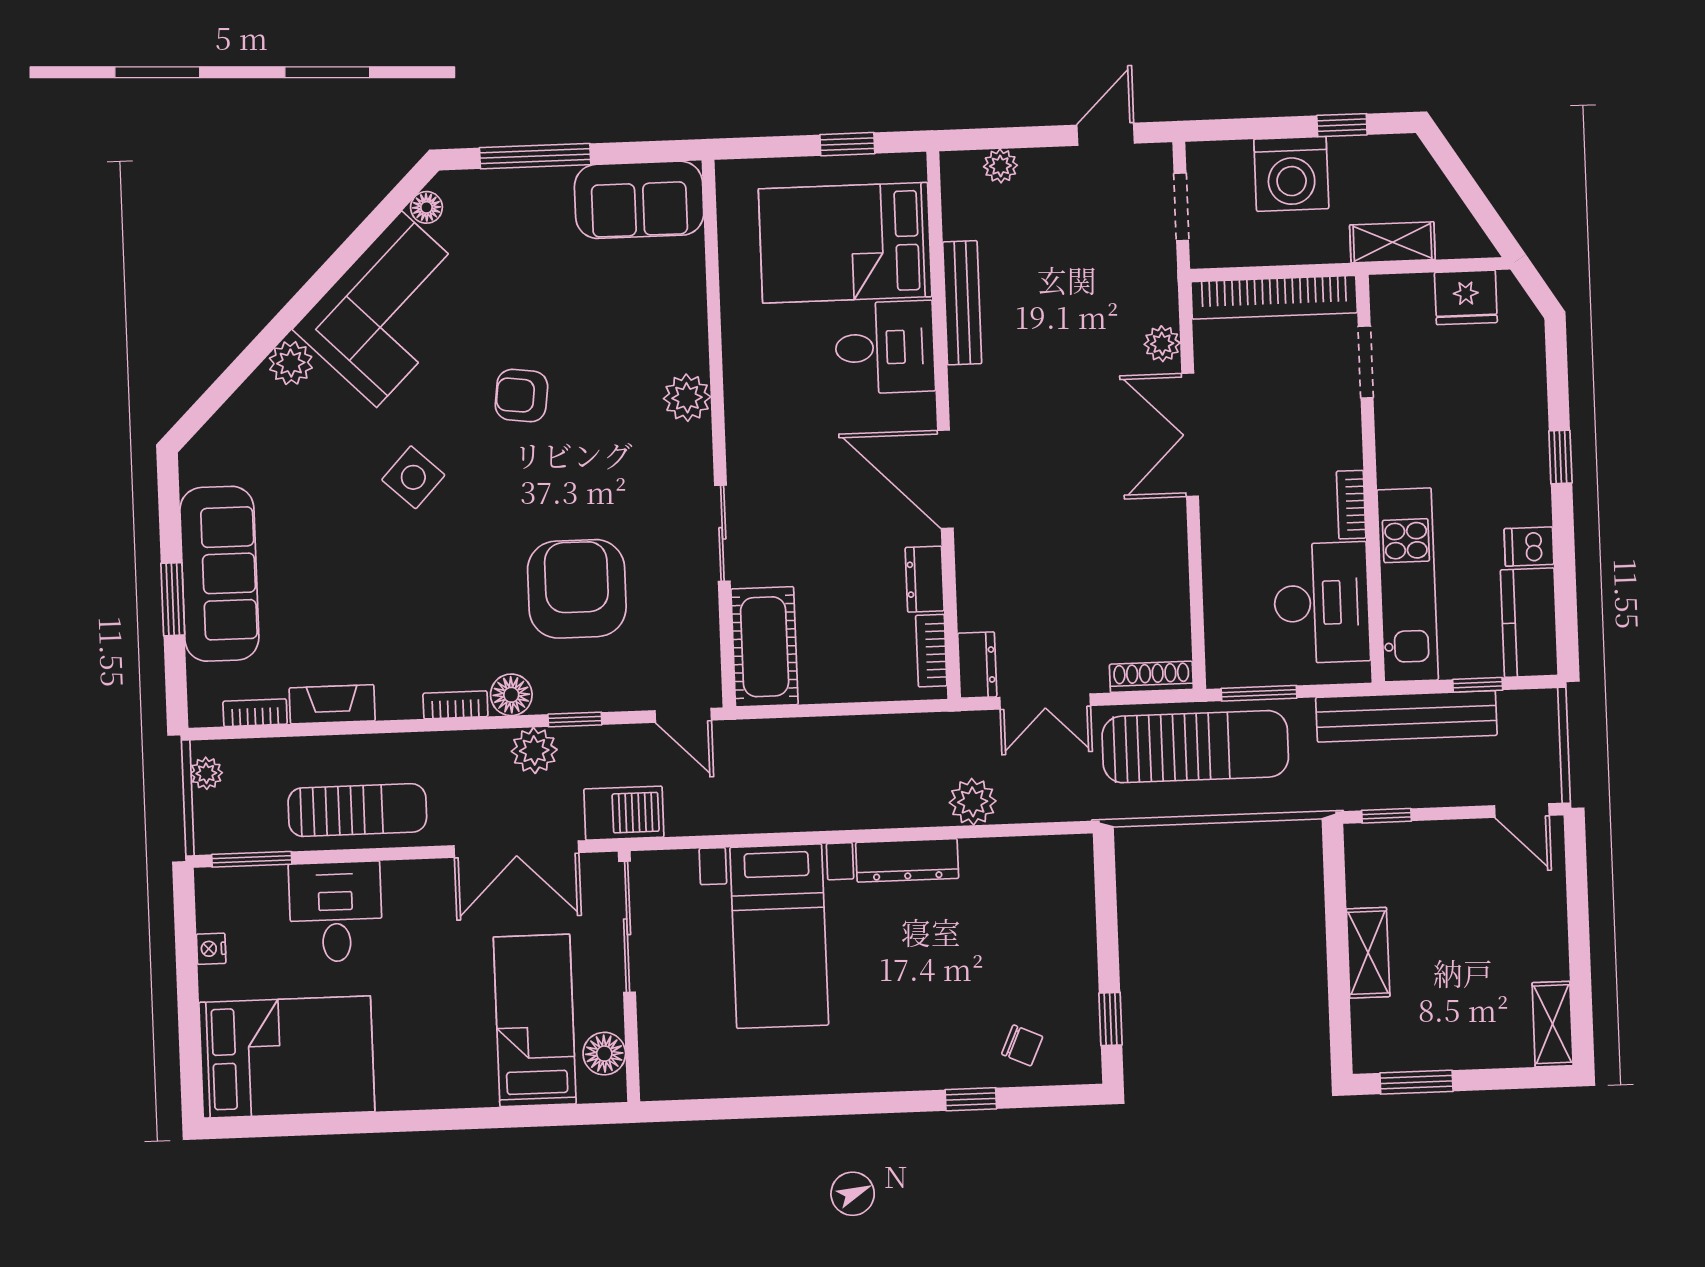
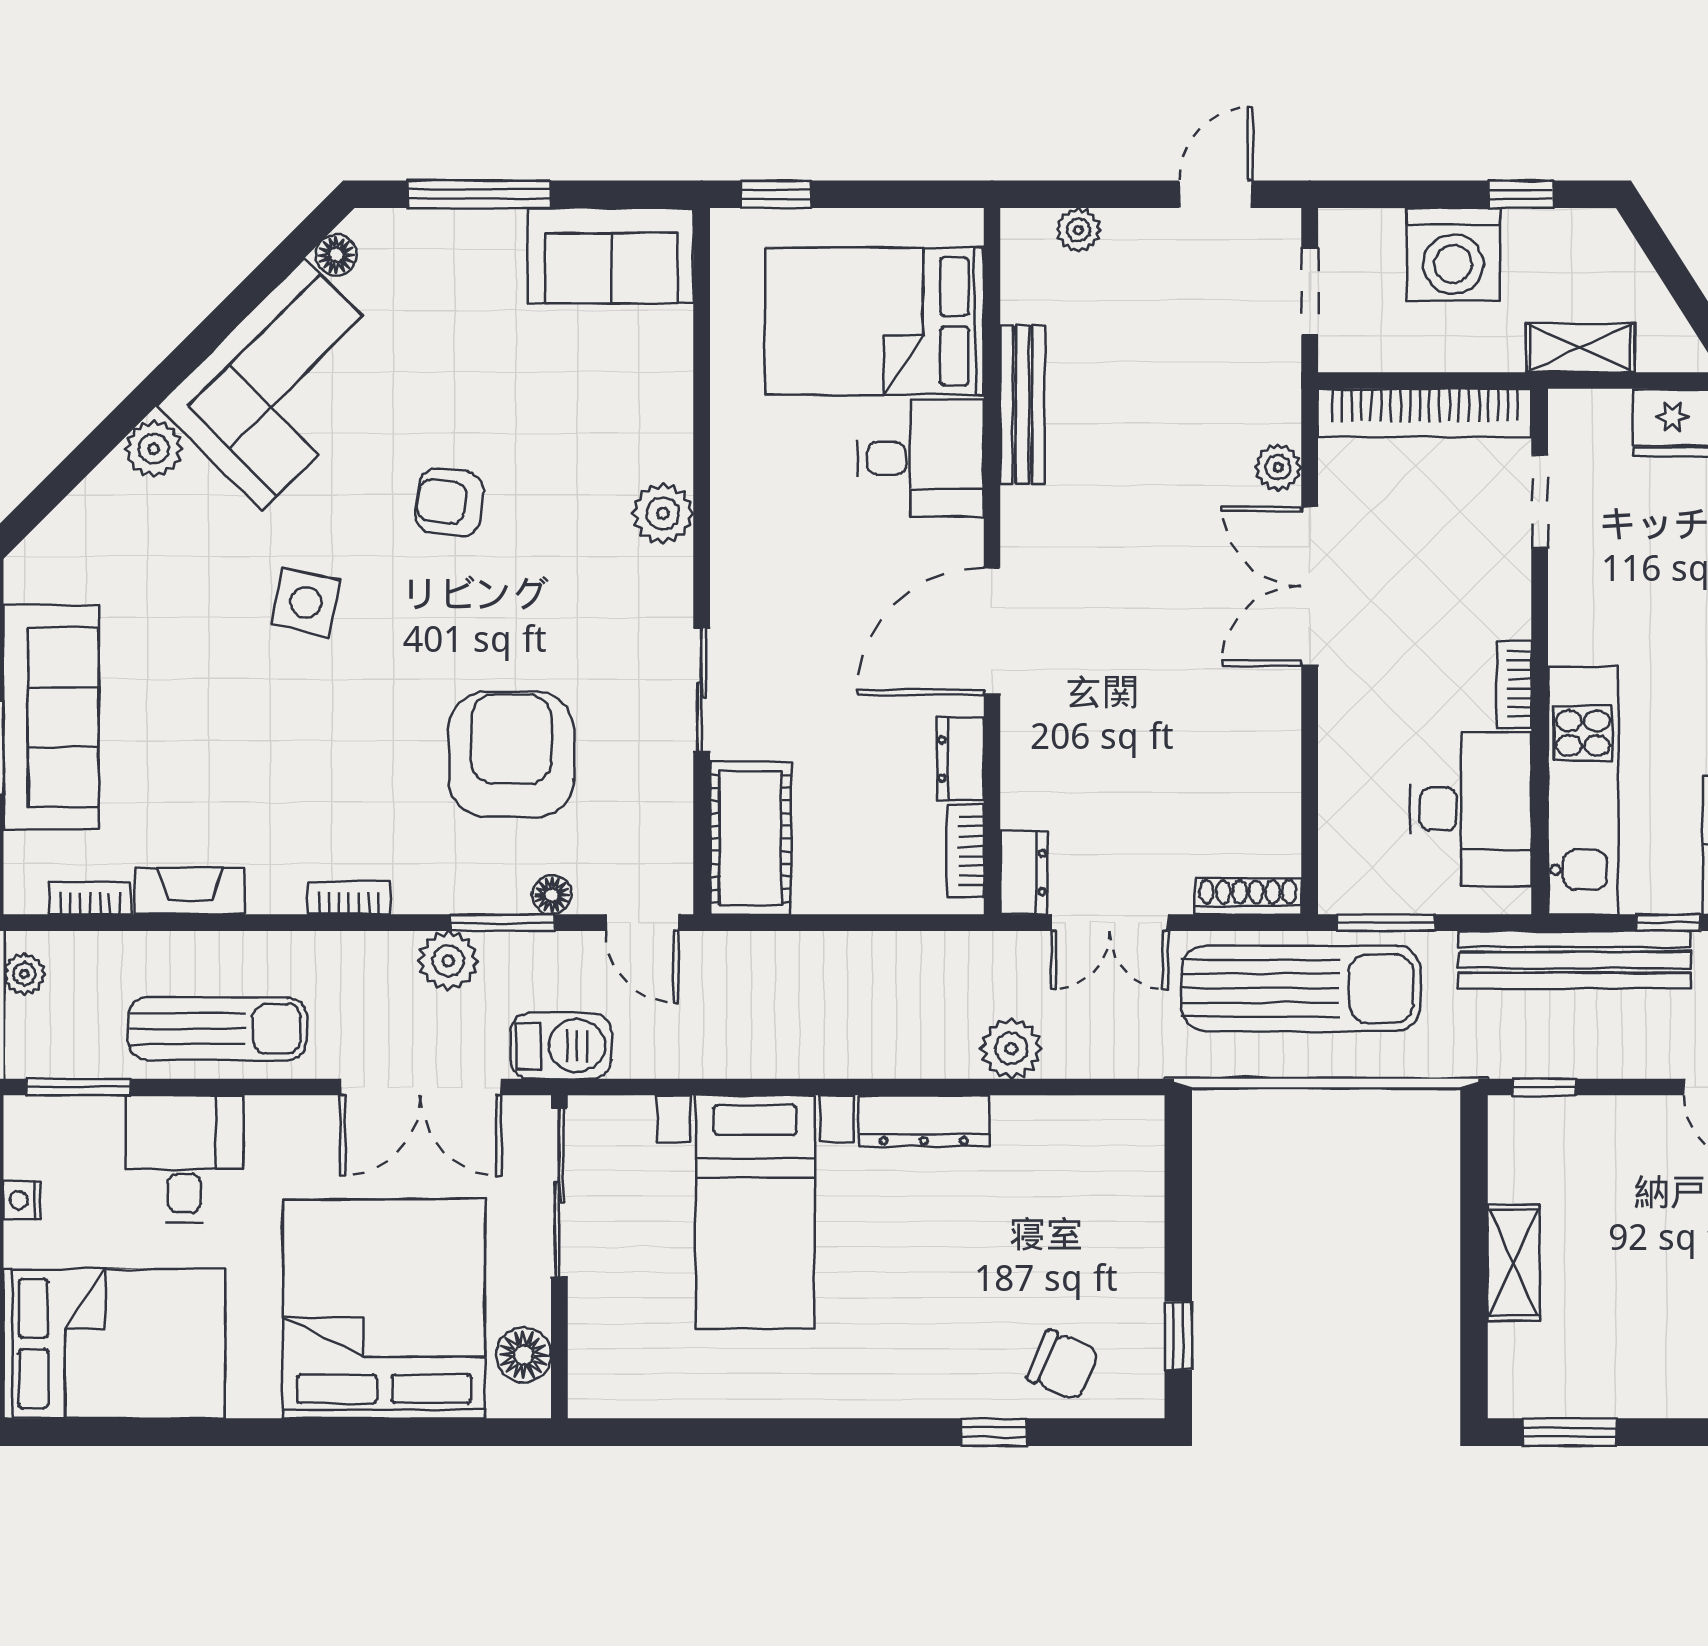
window: (847, 144) -> (776, 194), moved
side table: (413, 477) -> (306, 602), turned -31
door: (945, 479) -> (992, 631), hinge flipped
floor lamp: (511, 695) -> (552, 895), moved, width x0.73, depth x0.73
window: (575, 719) -> (502, 923), width x1.50
bed: (535, 1020) -> (384, 1309), width x2.04
chair: (1022, 1045) -> (1063, 1365), width x1.37, depth x1.37

